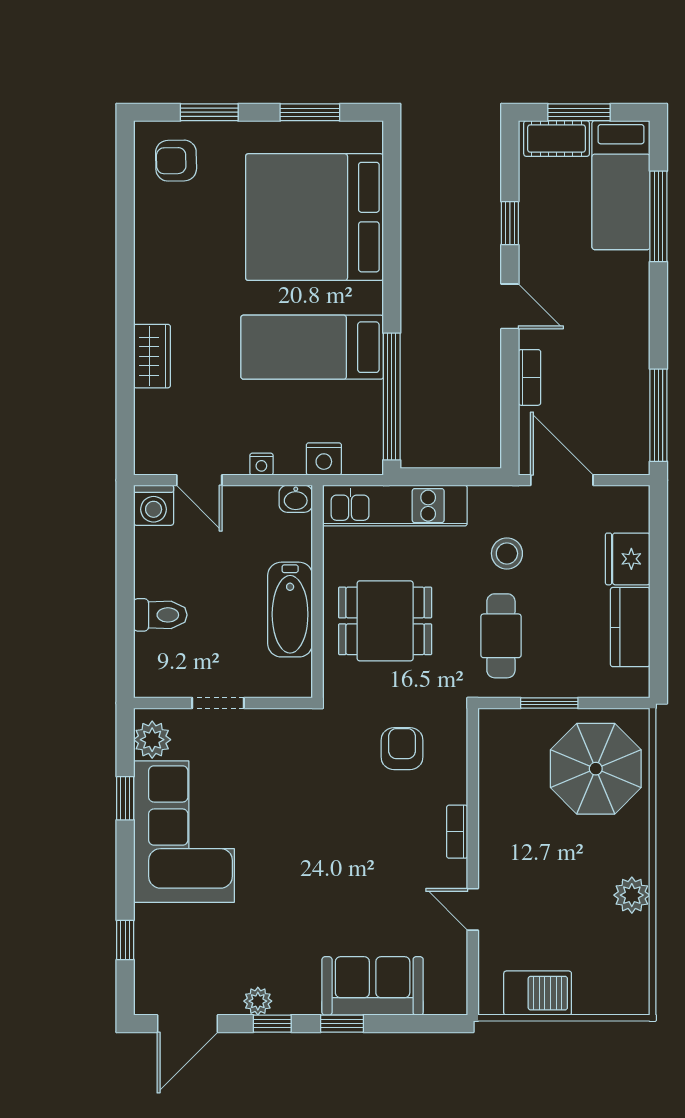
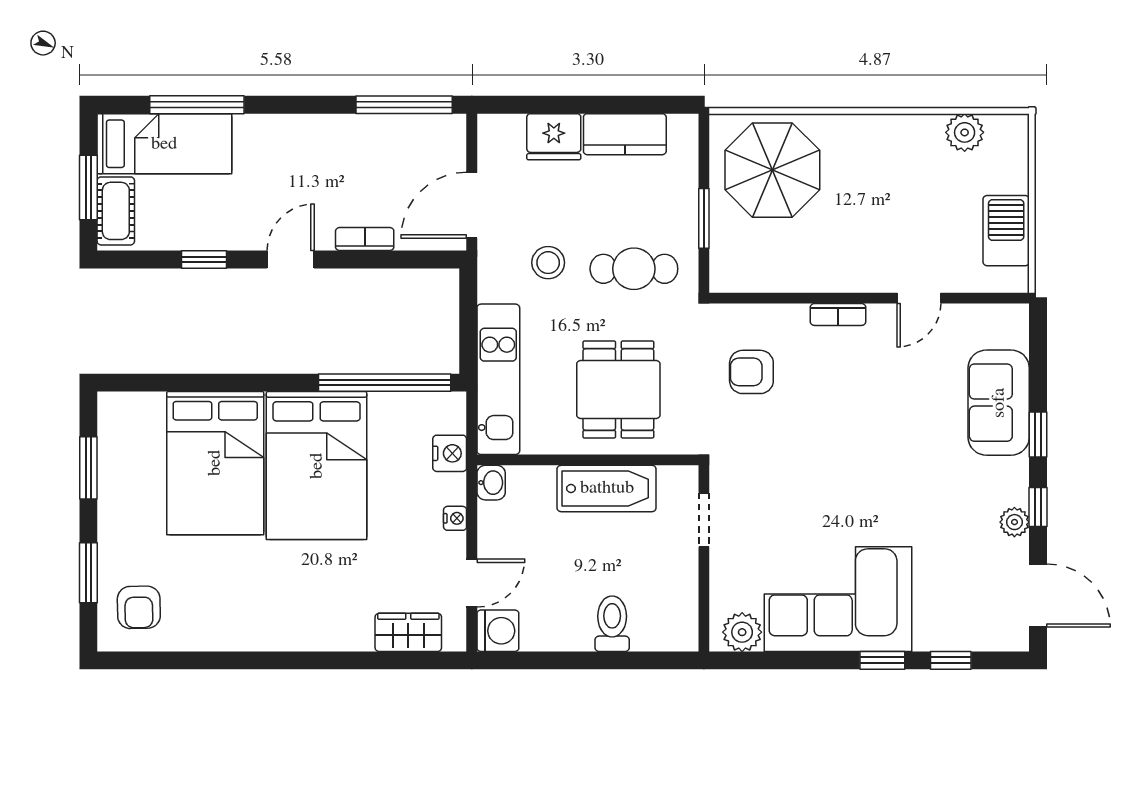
bed: (314, 217) -> (215, 463), width x0.73
bed: (312, 347) -> (317, 466), width x1.50
wardrobe: (152, 356) -> (408, 632), moved
doorway: (218, 703) -> (704, 520), moved
window: (125, 798) -> (882, 660), moved
plant: (632, 895) -> (965, 132), moved

